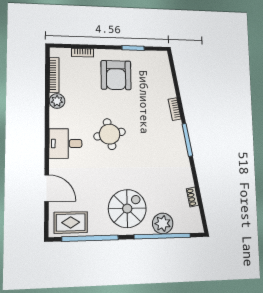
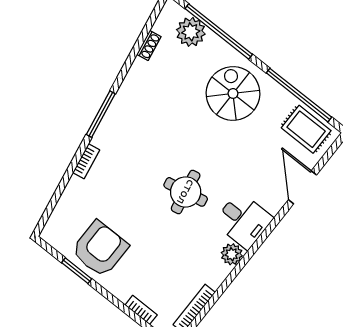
armchair: (116, 75) -> (100, 249), moved
plant: (57, 101) -> (232, 254), moved
spiral stairs: (127, 209) -> (233, 93), turned 90
plant: (163, 223) -> (191, 32), moved

